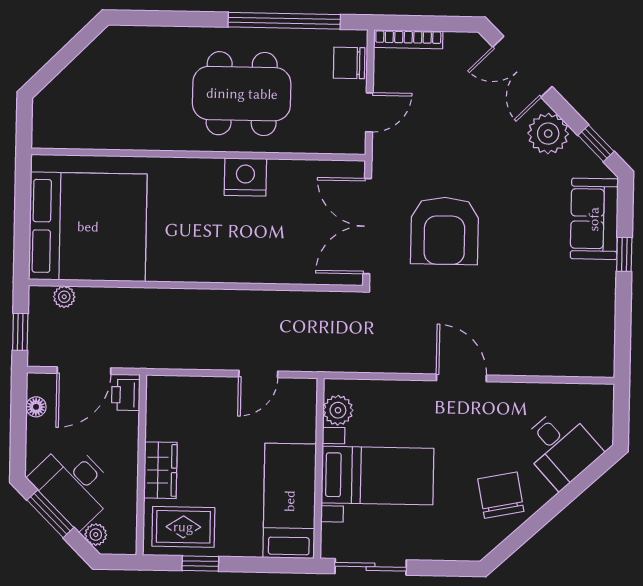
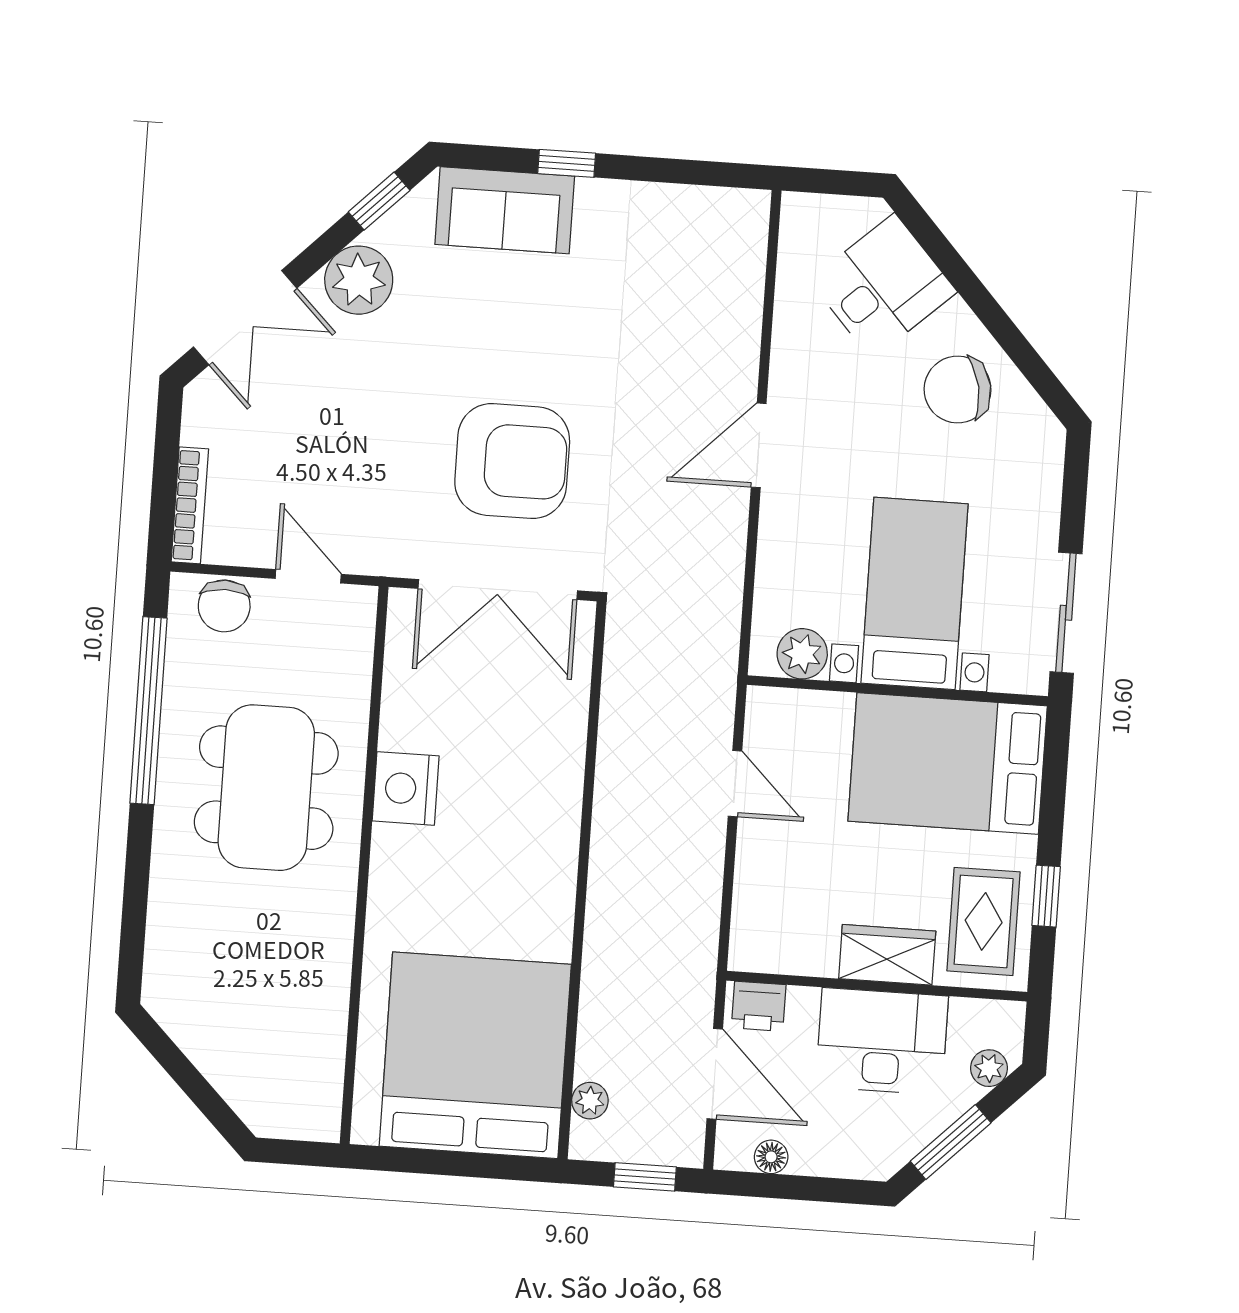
desk: (74, 485) -> (882, 1041), moved, turned -135
bed: (290, 501) -> (948, 764), width x1.50

